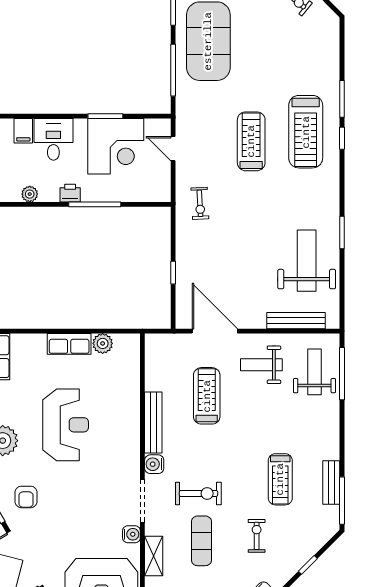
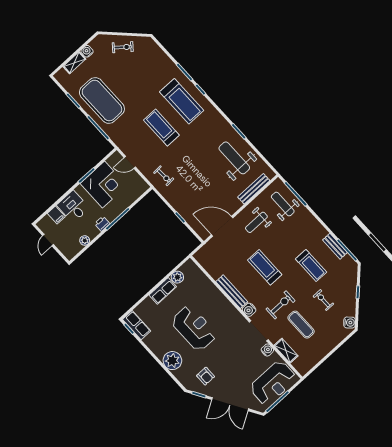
treadmill: (207, 396) -> (265, 267), moved

